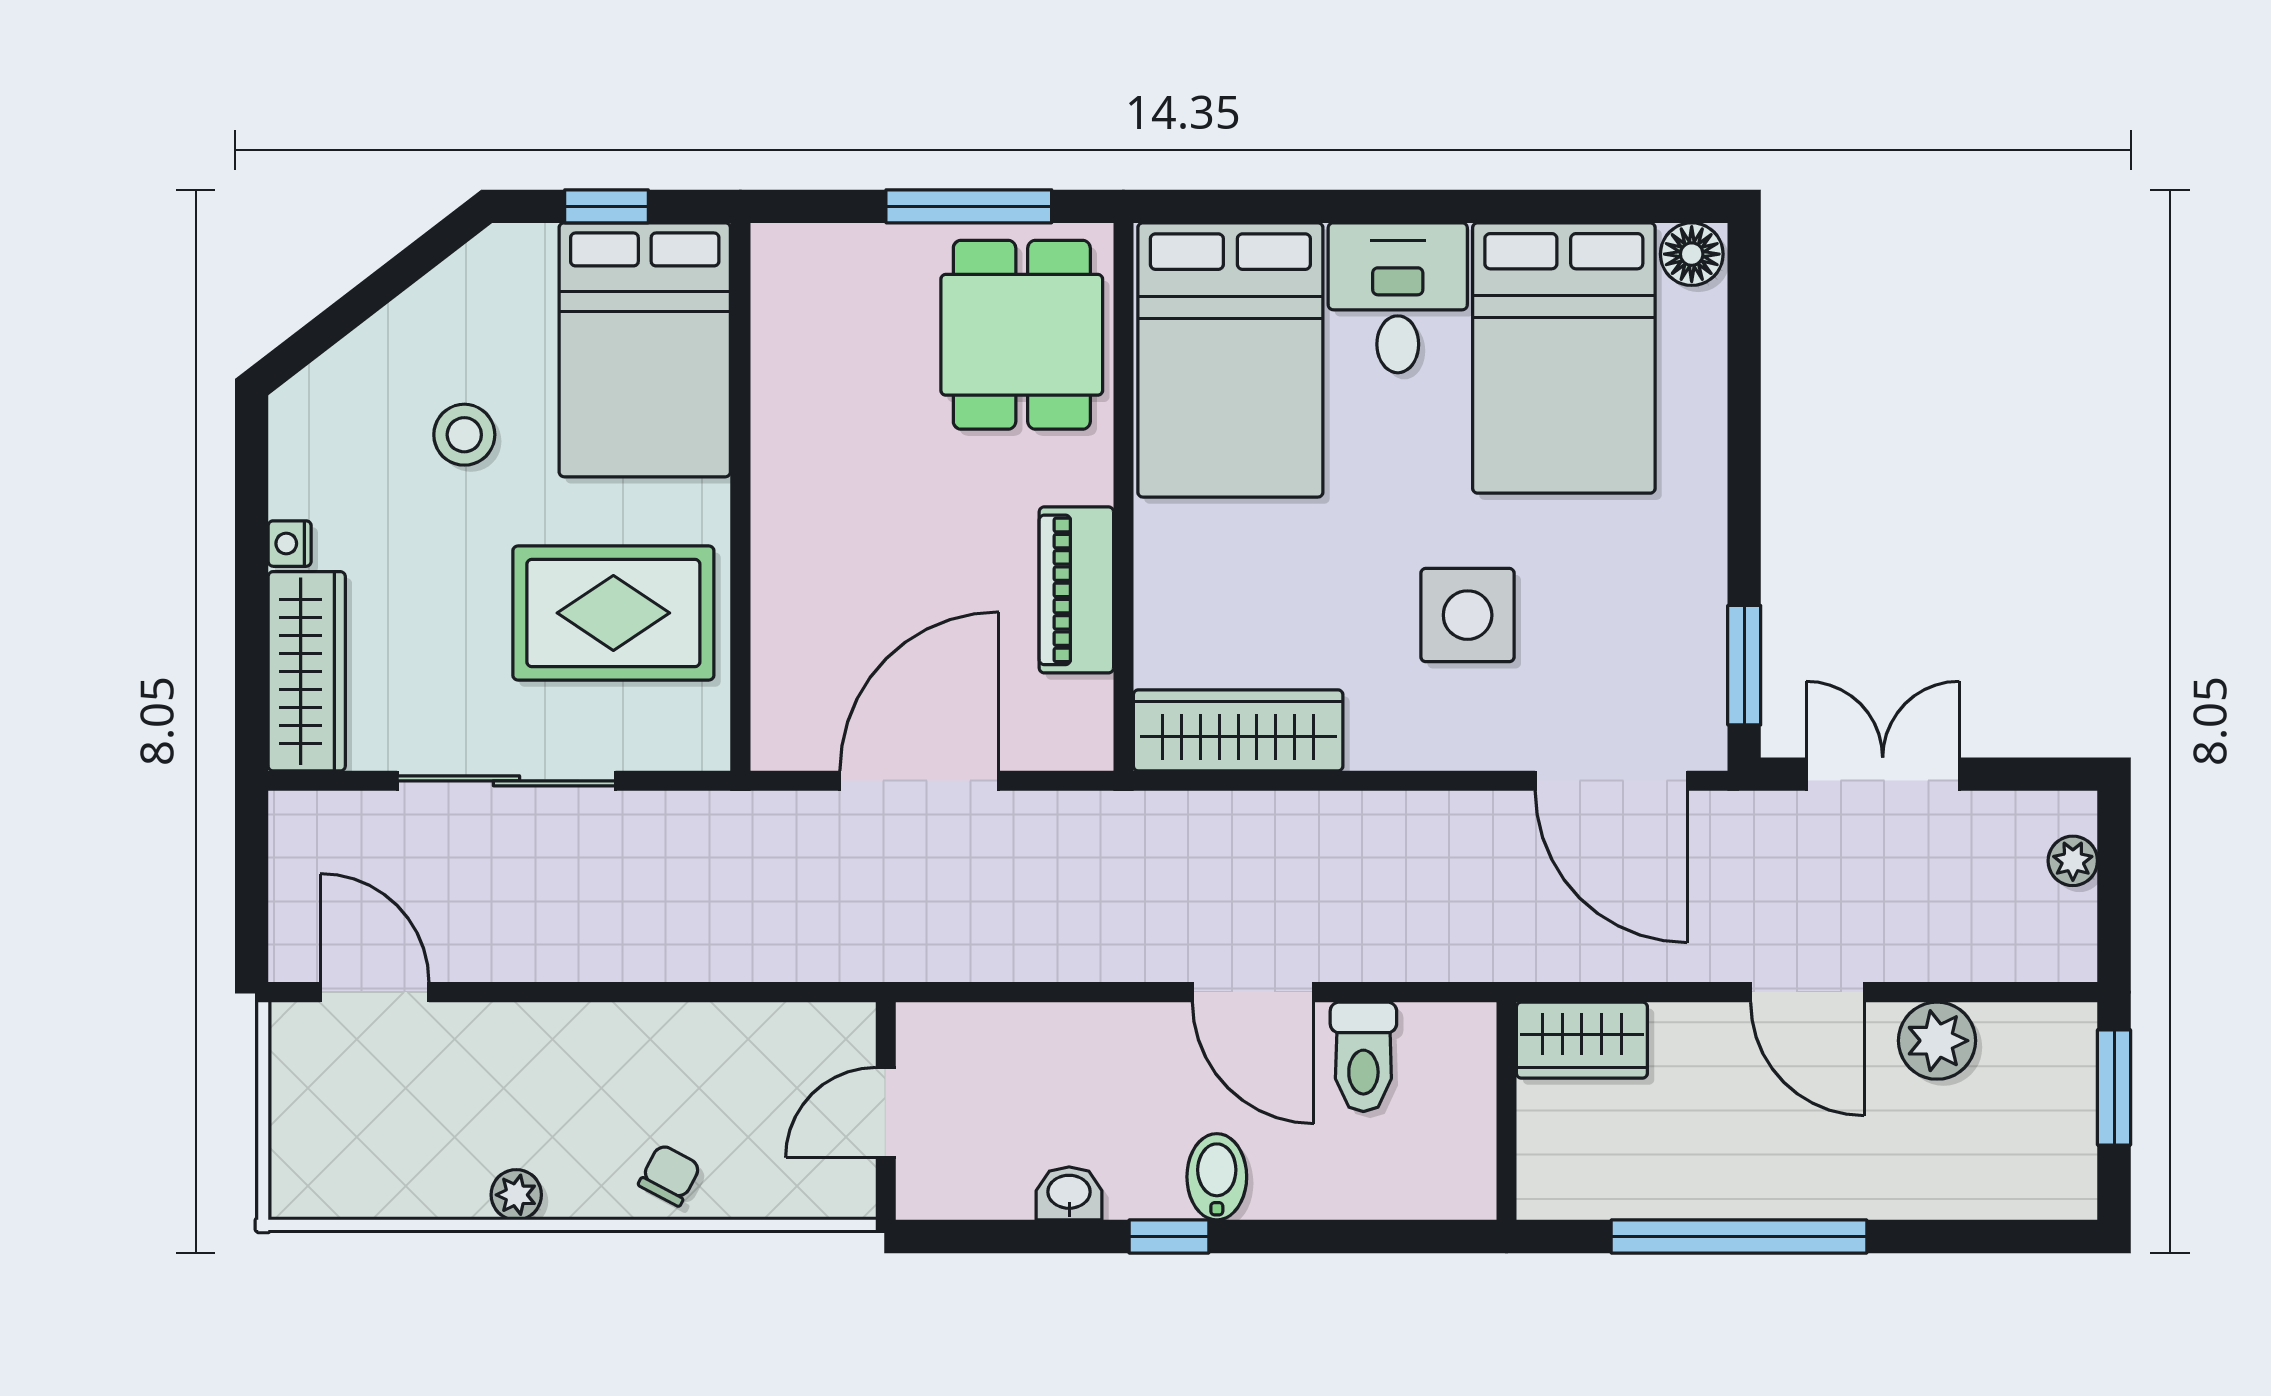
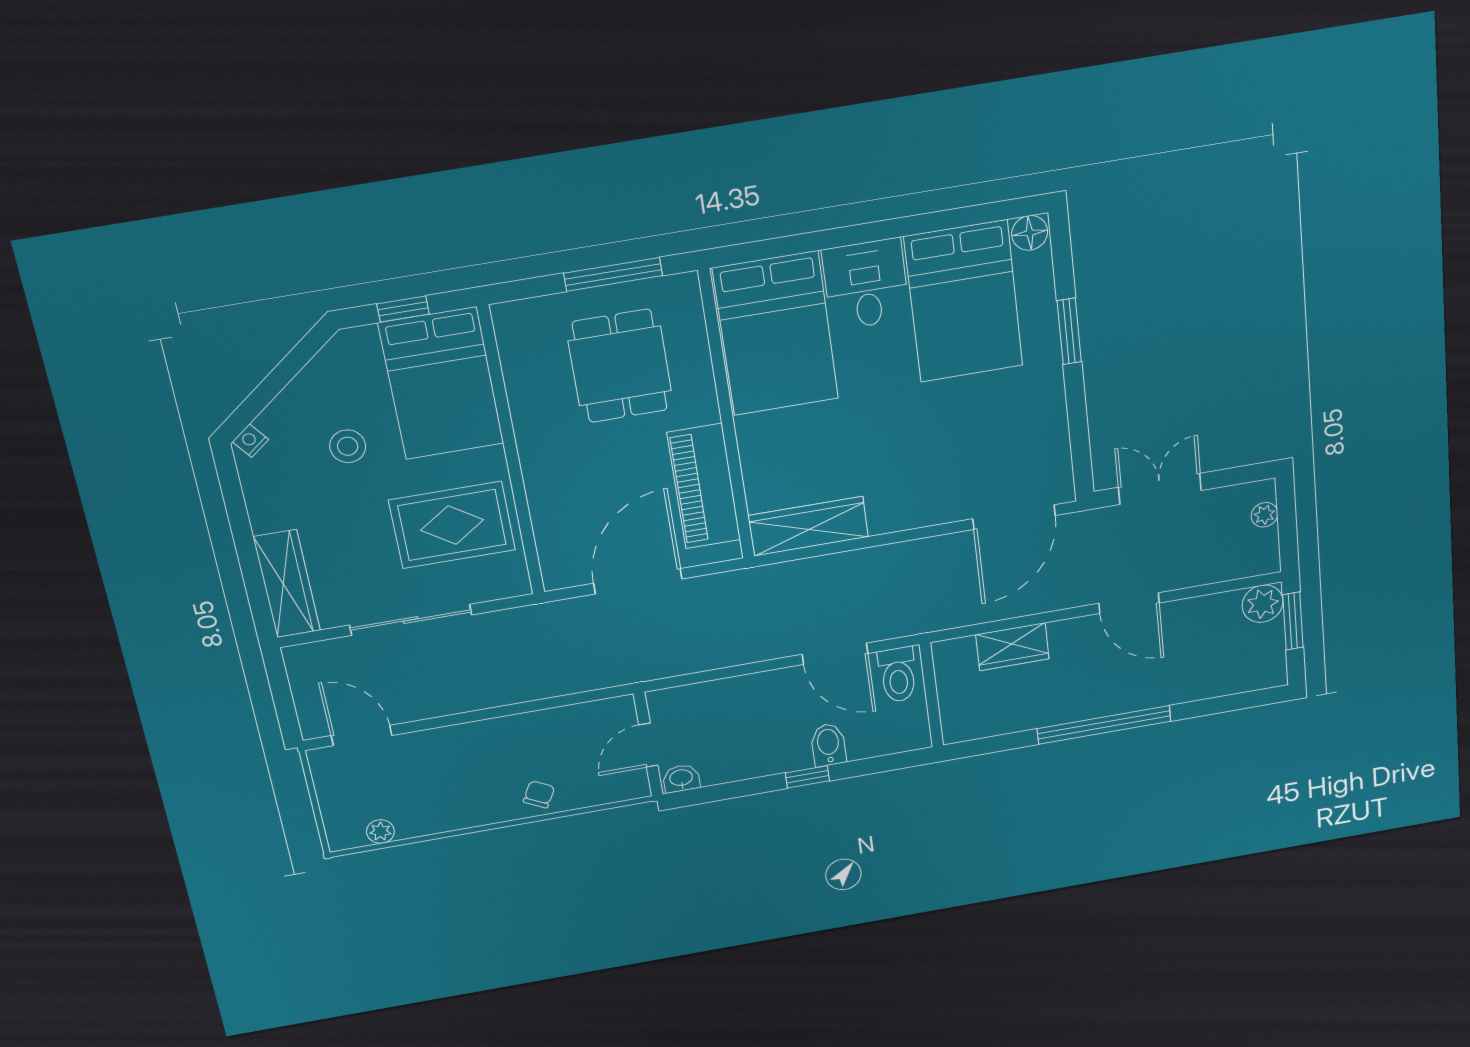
dining table: (1022, 335) -> (620, 366), moved
nightstand: (290, 544) -> (250, 441), moved, turned 52
piano: (1076, 590) -> (704, 486), width x1.37, depth x1.33
side table: (1468, 615) -> (926, 446), removed
window: (1744, 665) -> (1069, 331), moved
door: (1611, 781) -> (1014, 517), hinge flipped
plant: (1937, 1041) -> (1263, 604), moved
wall: (1506, 1111) -> (931, 695), moved
washbasin: (1069, 1193) -> (681, 778), moved
plant: (516, 1195) -> (380, 831), moved

